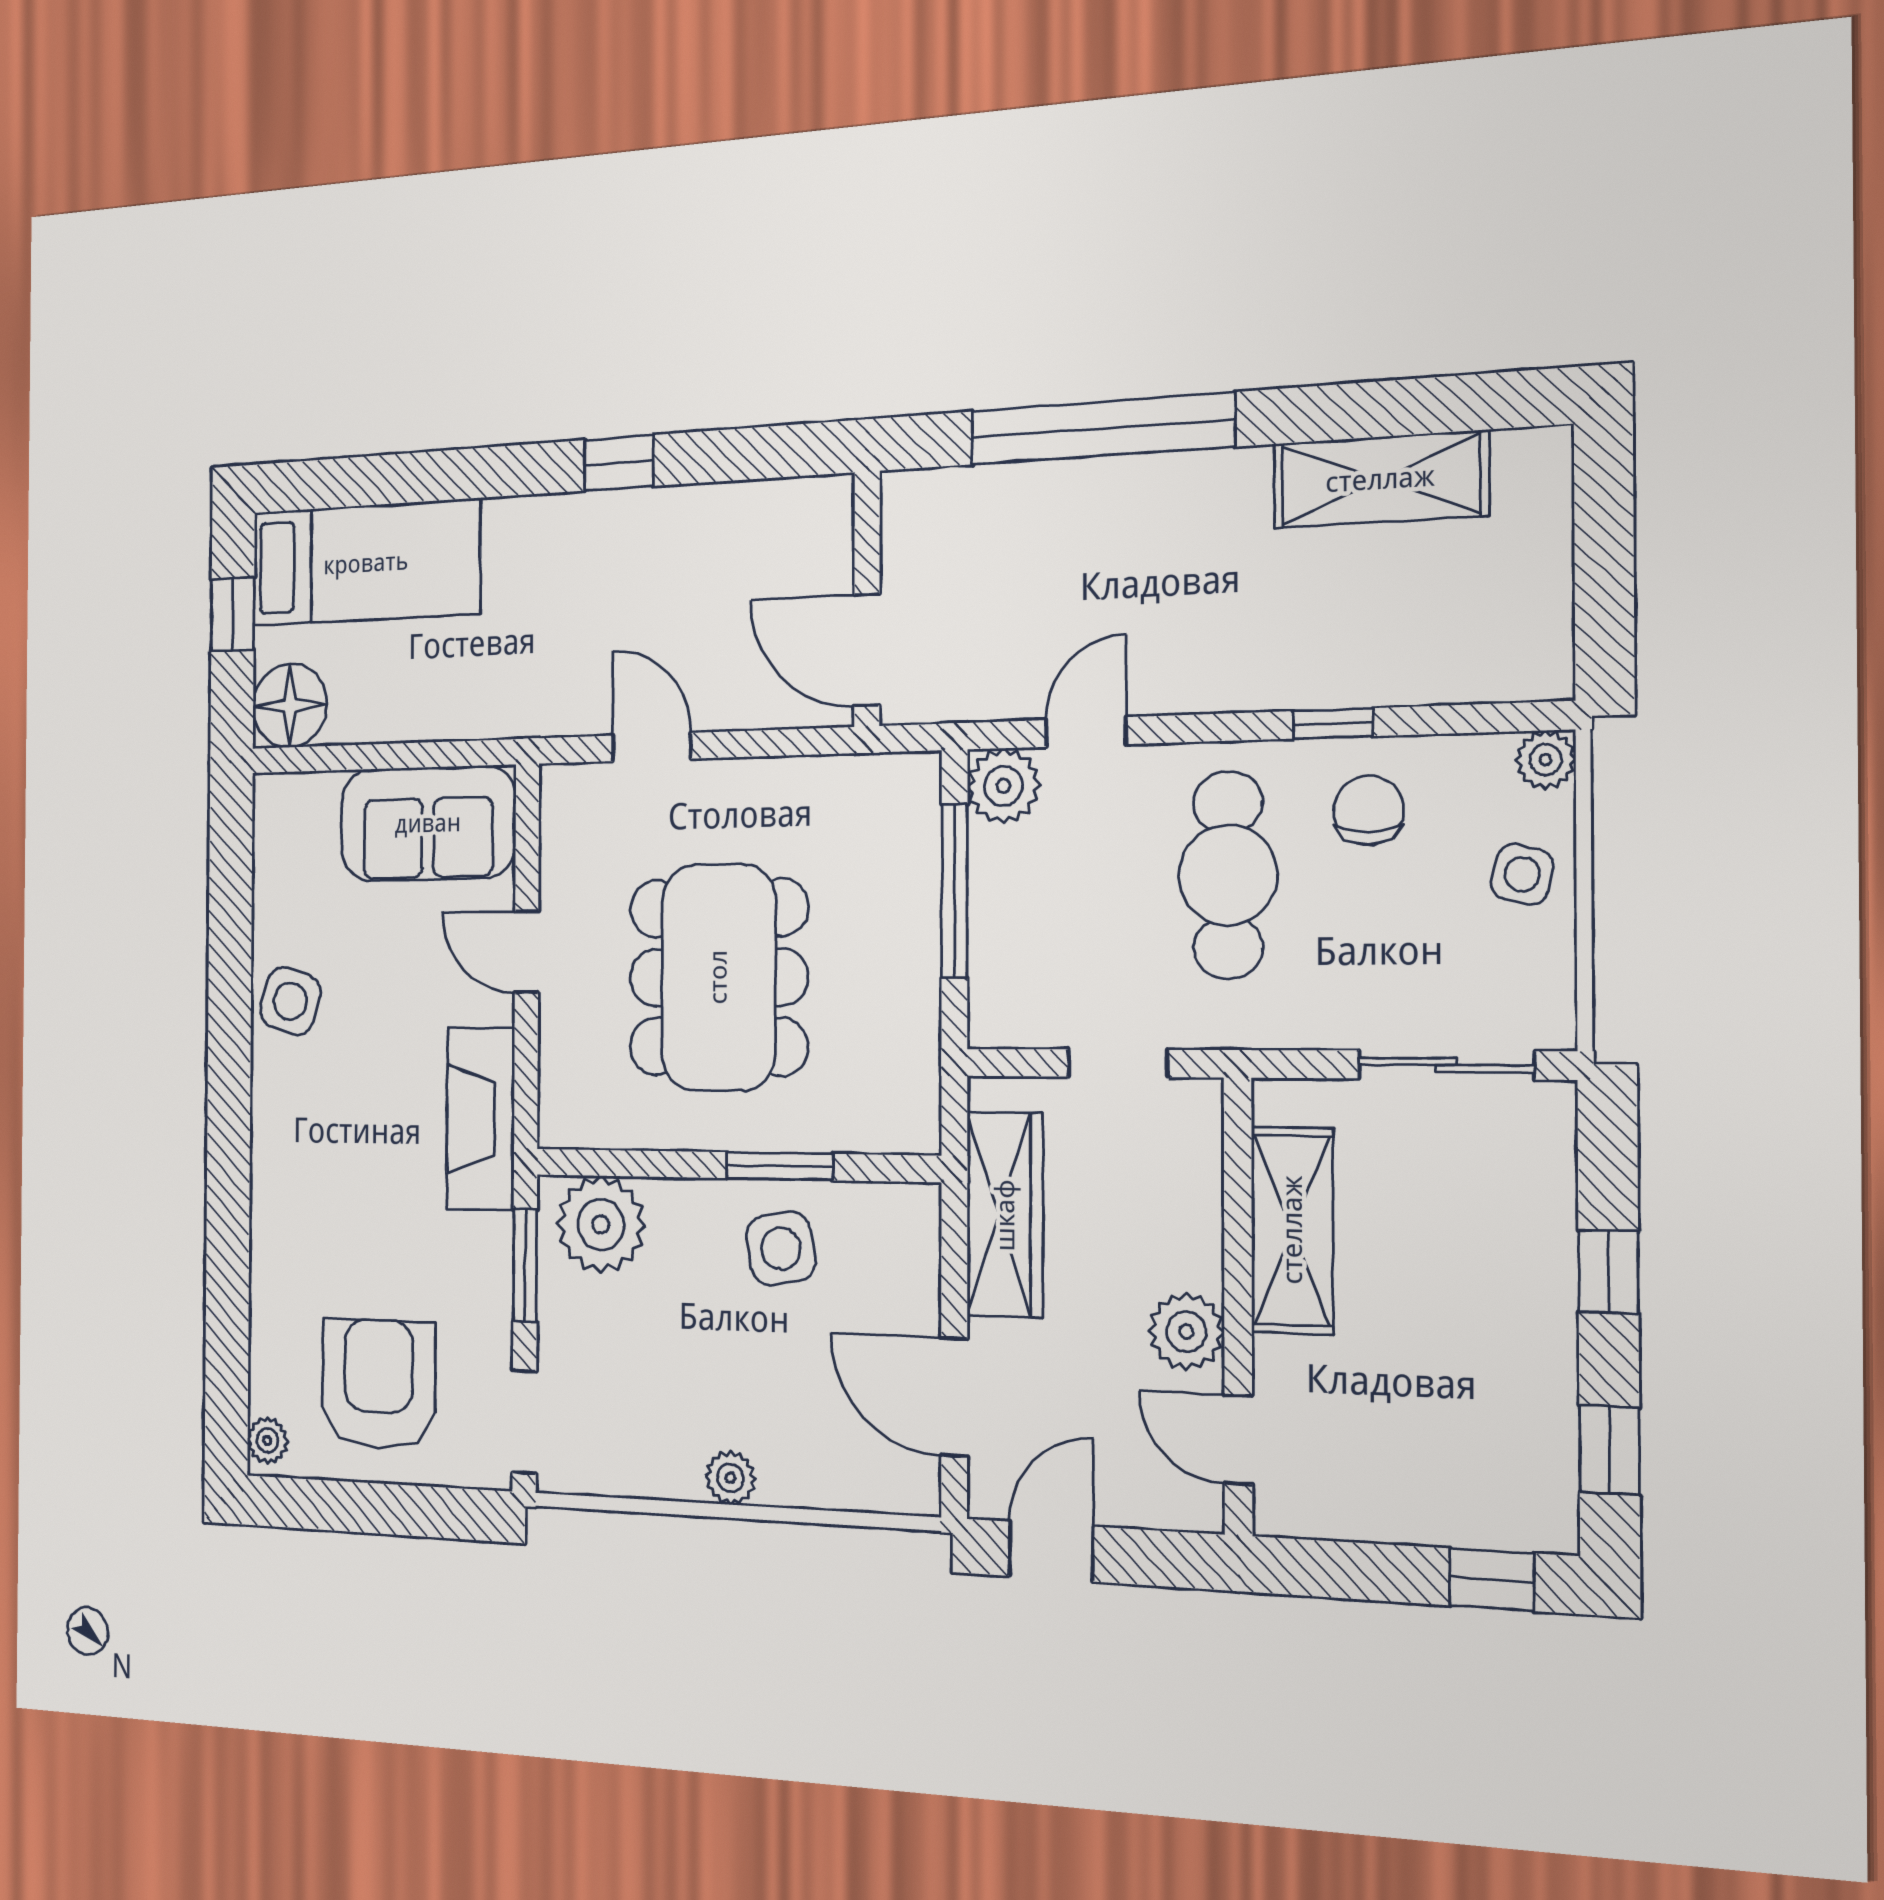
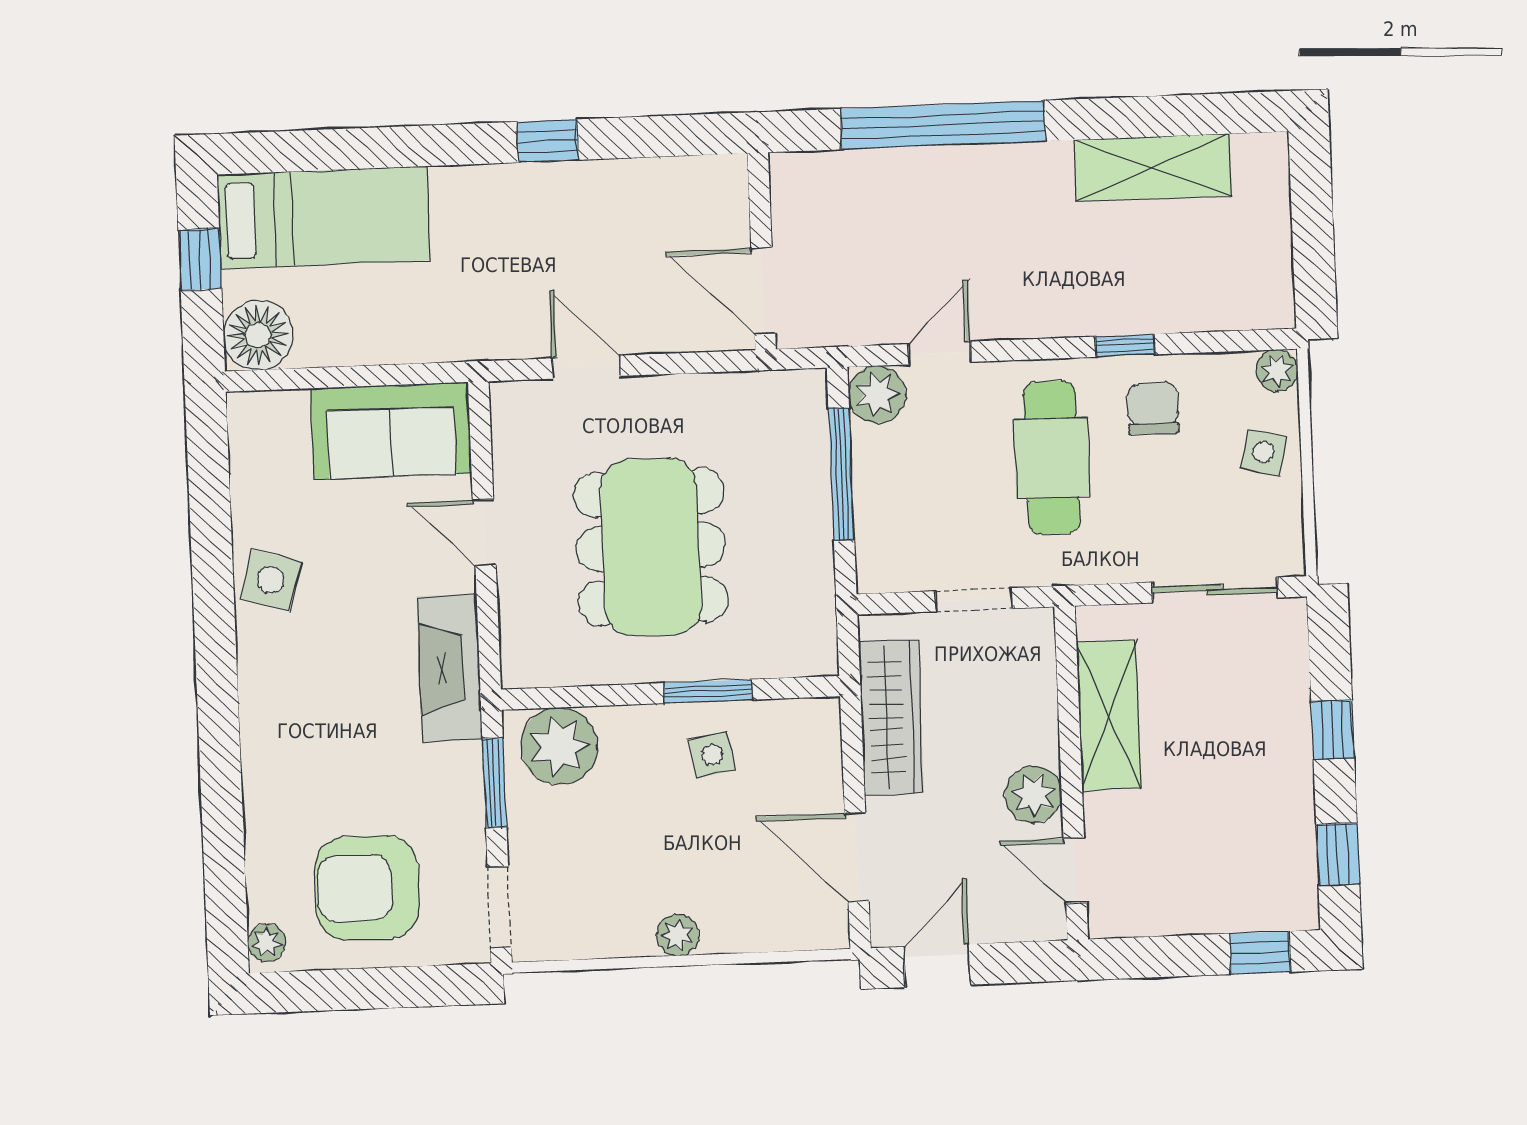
side table: (781, 1249) -> (712, 755), width x0.73, depth x0.73
armchair: (378, 1384) -> (367, 888), turned -90

